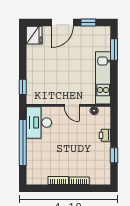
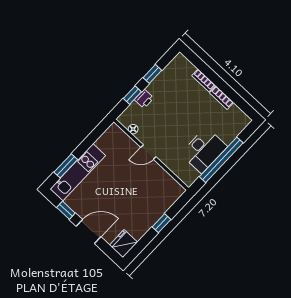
kitchen unit: (103, 78) -> (78, 172), moved
window: (23, 87) -> (162, 223), moved
door: (72, 105) -> (148, 152), swing flipped
desk: (39, 122) -> (204, 150), moved
window: (114, 131) -> (132, 95), added

